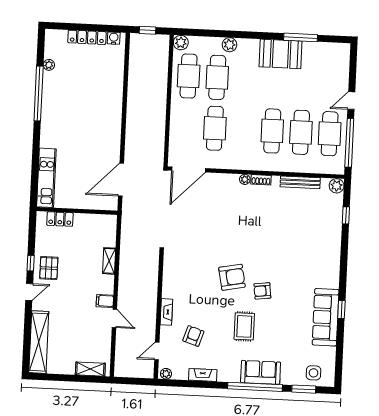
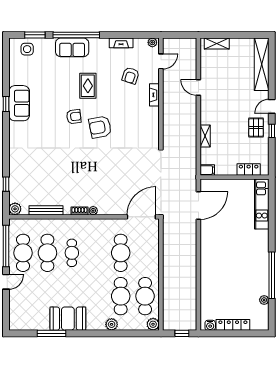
cafe table: (272, 131) -> (72, 253), width x0.73, depth x0.74
filing cabinet: (105, 301) -> (207, 170), moved
sofa: (326, 317) -> (19, 103), width x0.73

